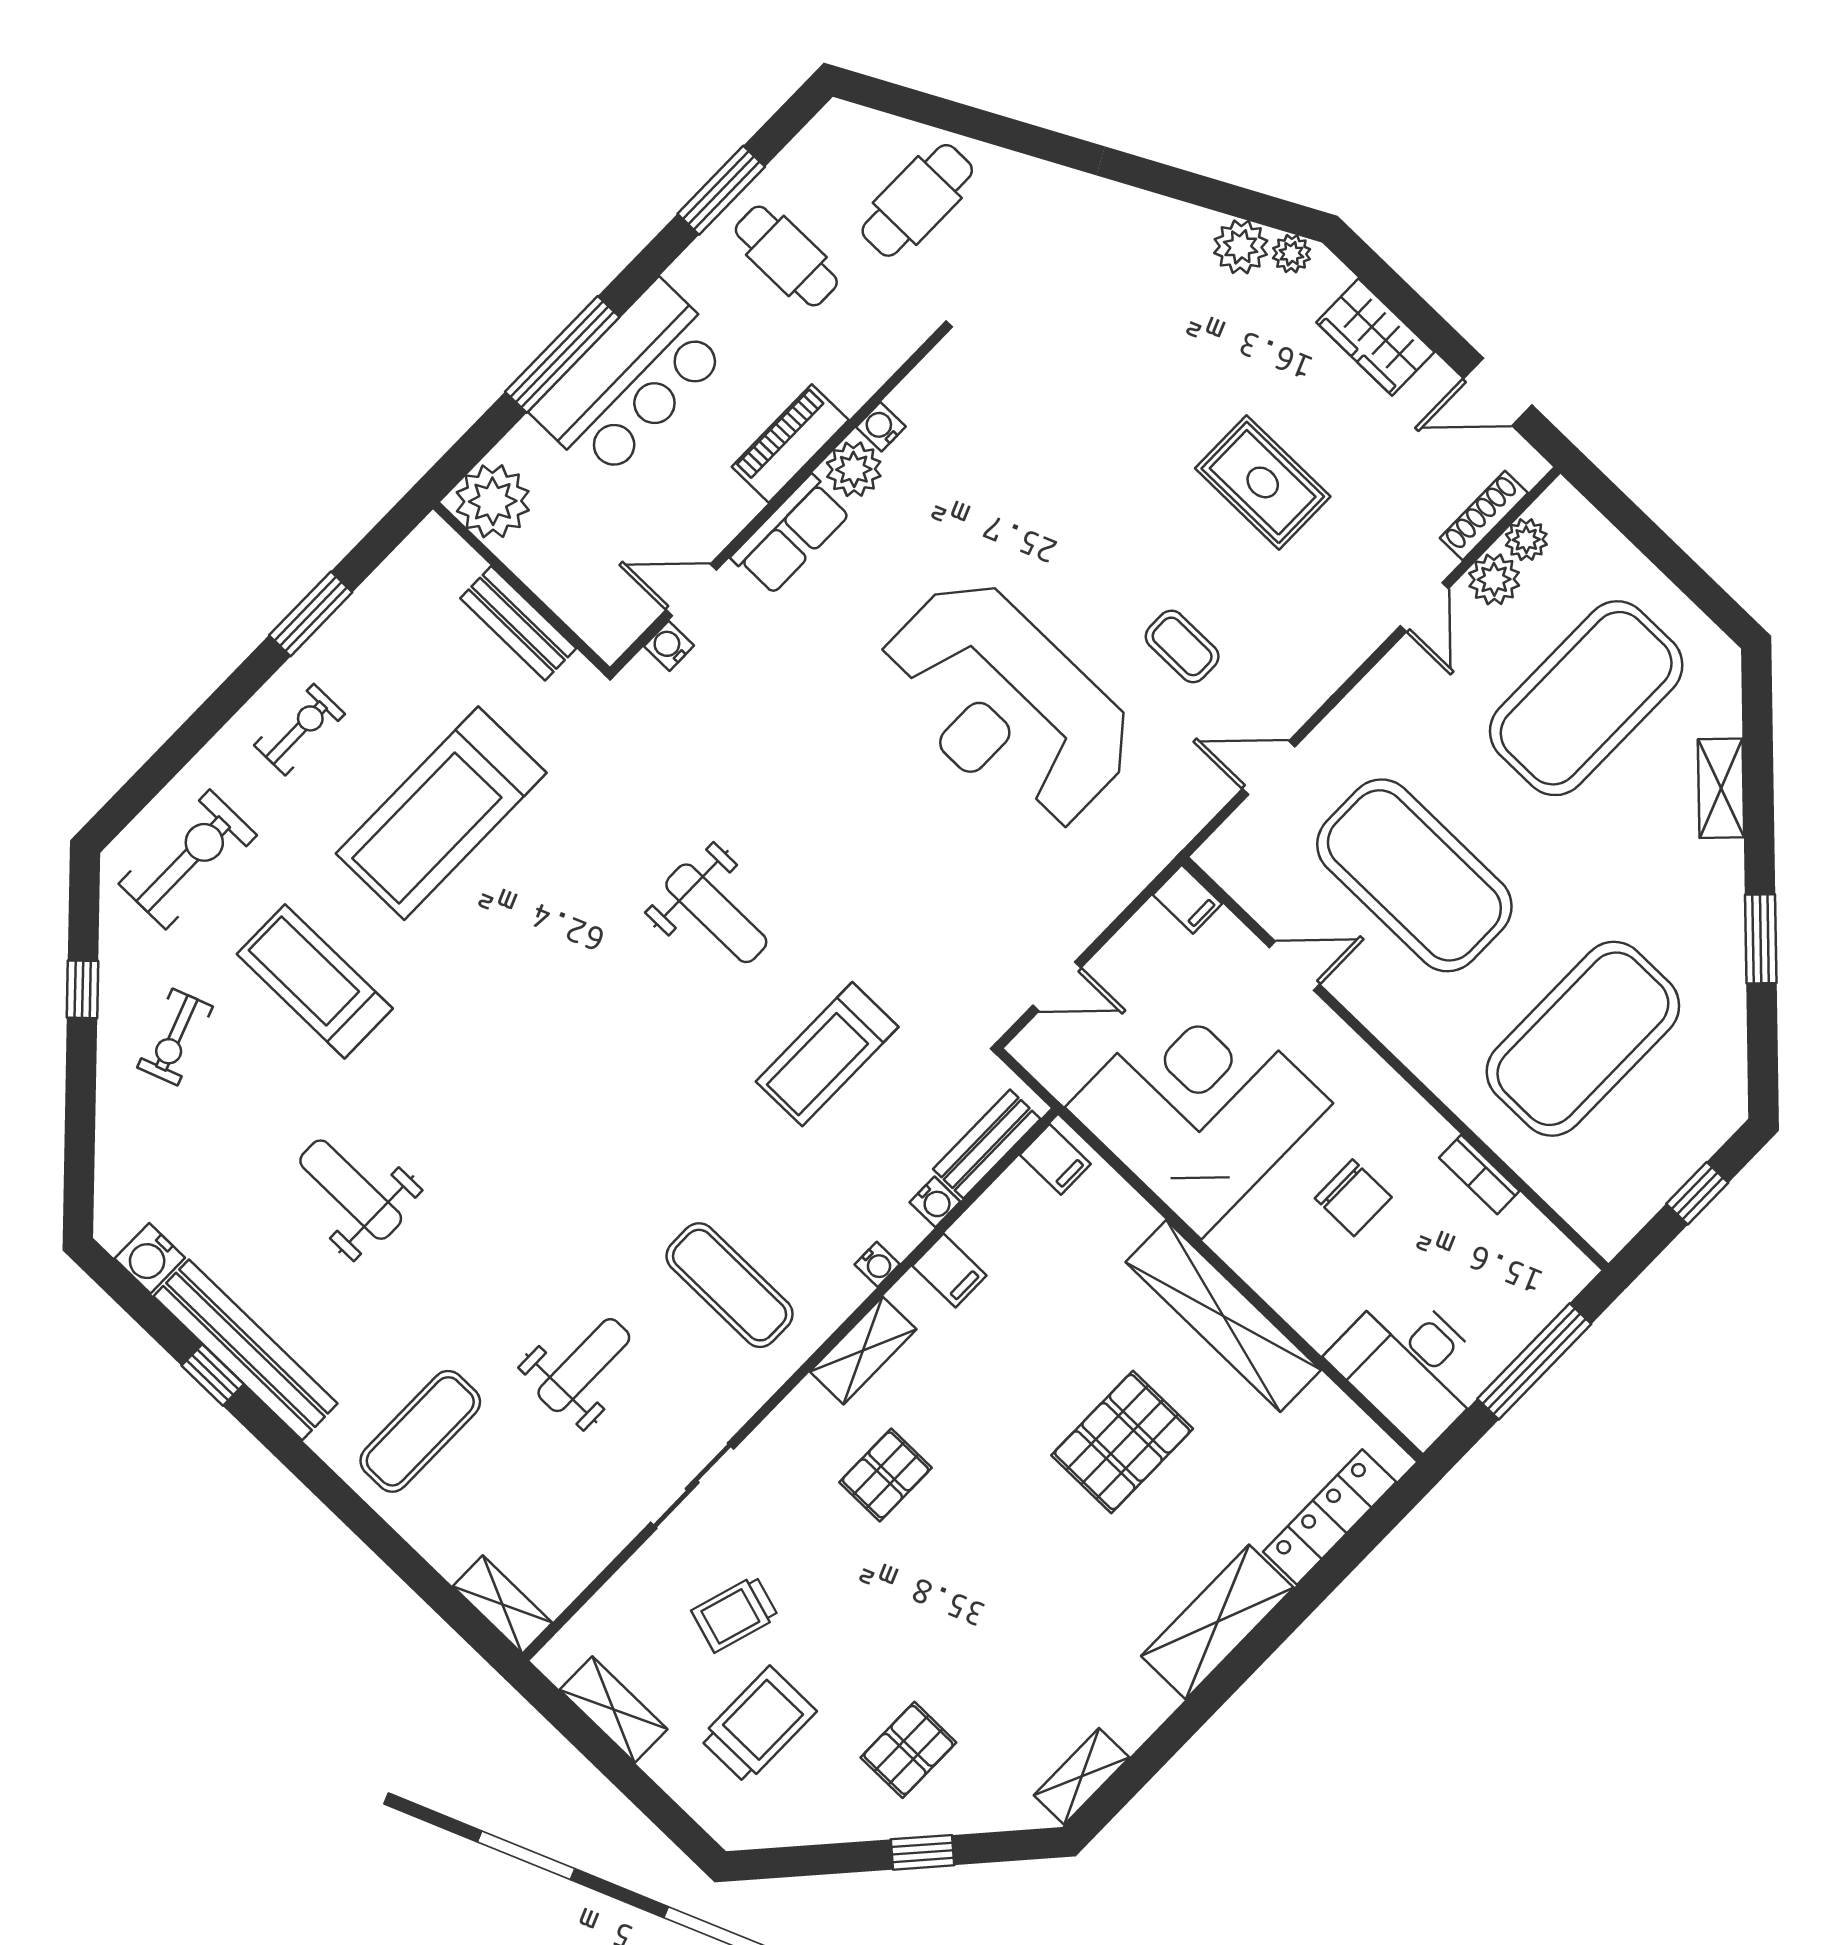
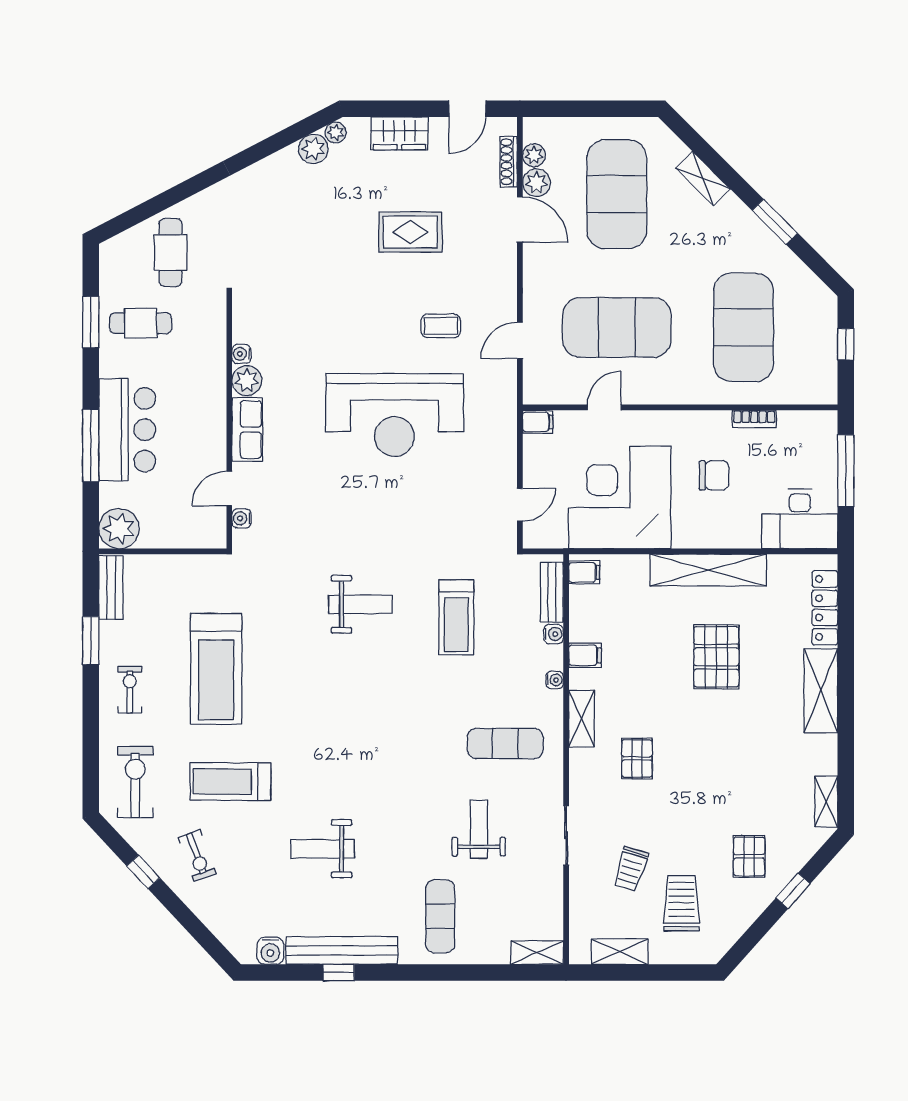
piano: (790, 443) -> (213, 394), removed
door: (1424, 607) -> (520, 220), width x1.38
bench: (518, 623) -> (111, 588), moved, turned 90

